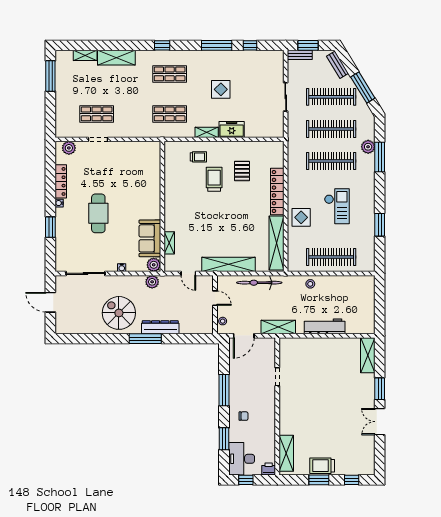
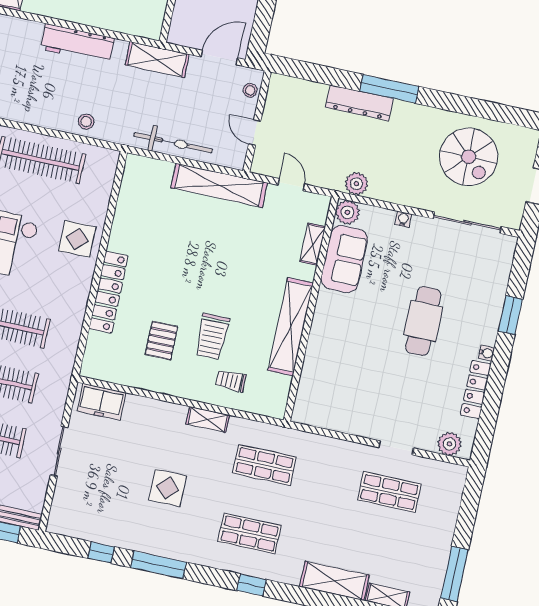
freezer: (232, 129) -> (101, 402), moved
shelving: (276, 243) -> (291, 327), moved
spiral stairs: (119, 313) -> (469, 157), moved

